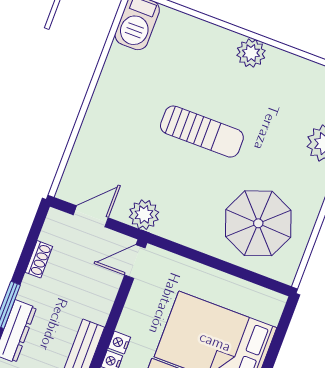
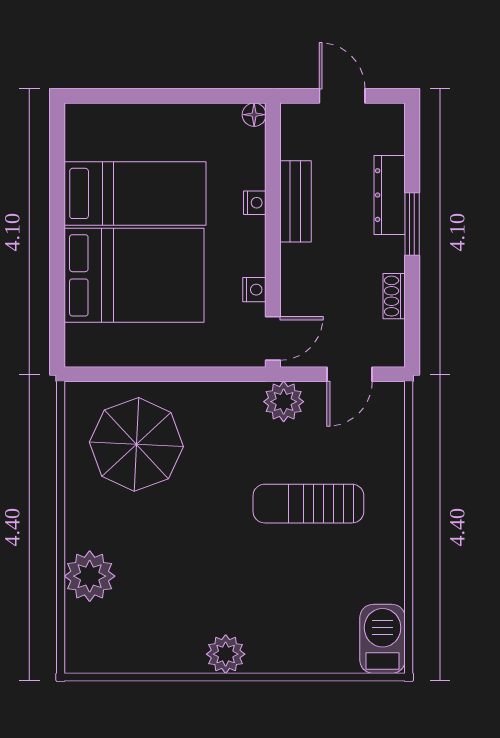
sun lounger: (202, 132) -> (308, 504), moved
nightstand: (119, 343) -> (254, 290), moved

